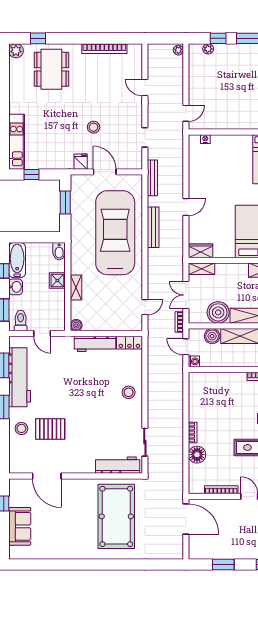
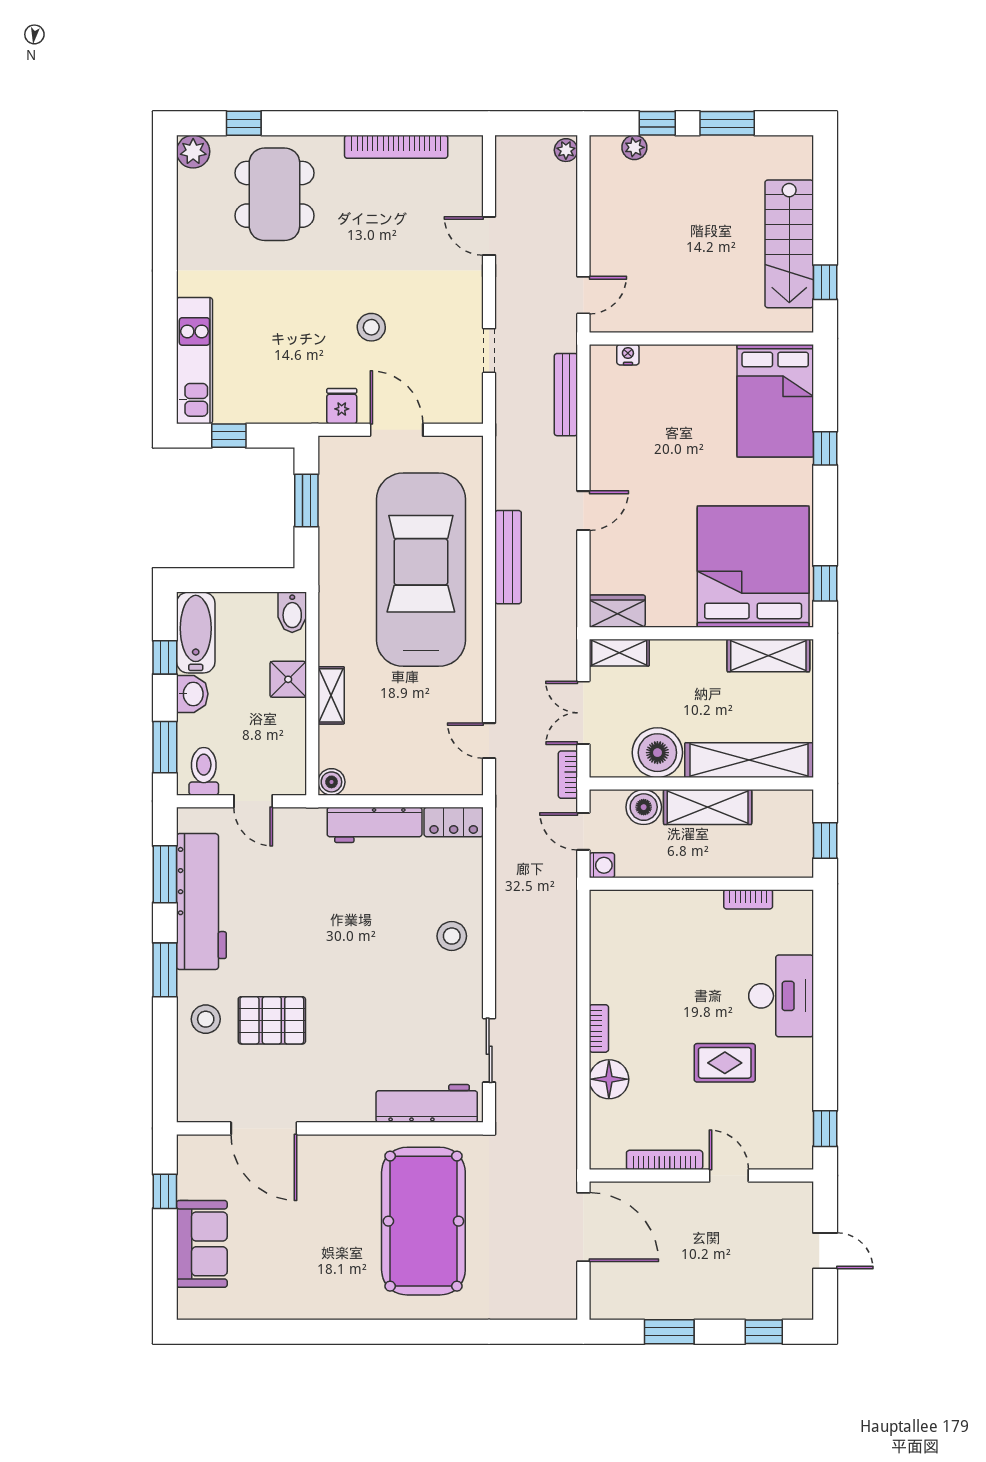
bench: (152, 178) -> (566, 395), moved
door: (145, 307) -> (489, 741), swing flipped

